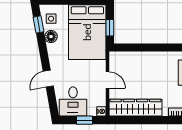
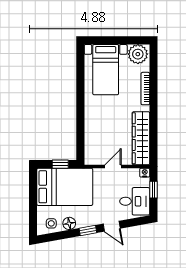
window: (39, 24) -> (88, 230), moved

